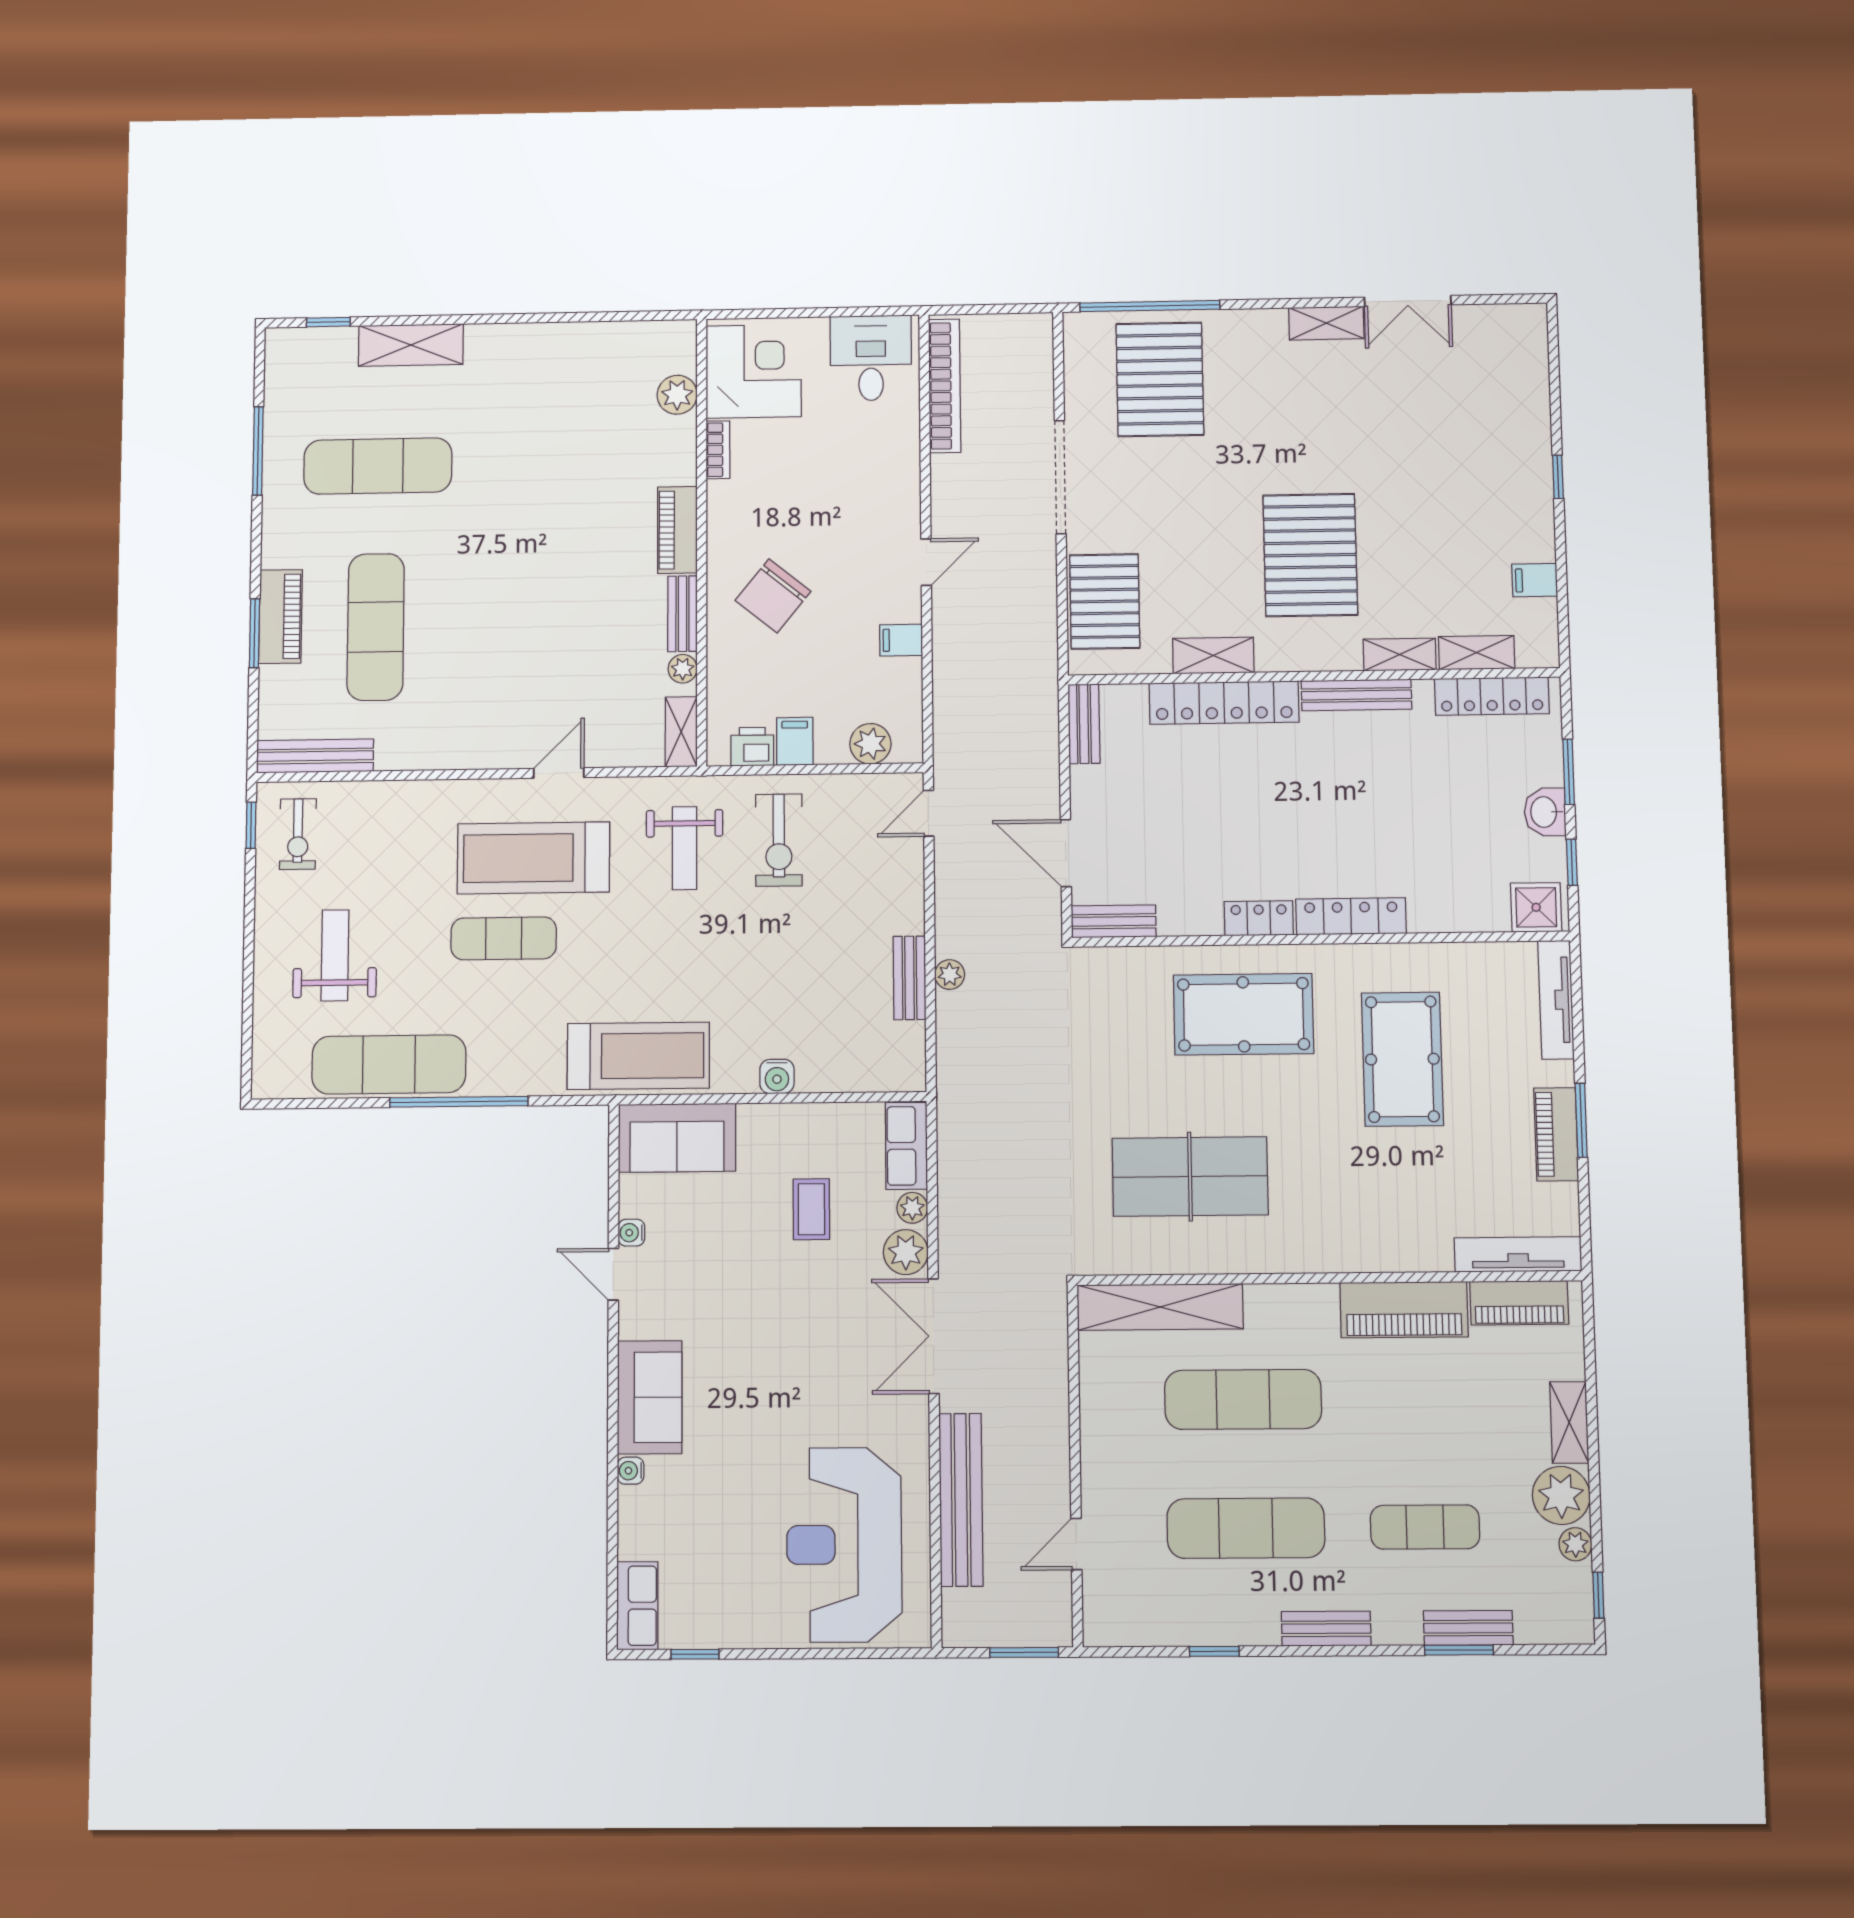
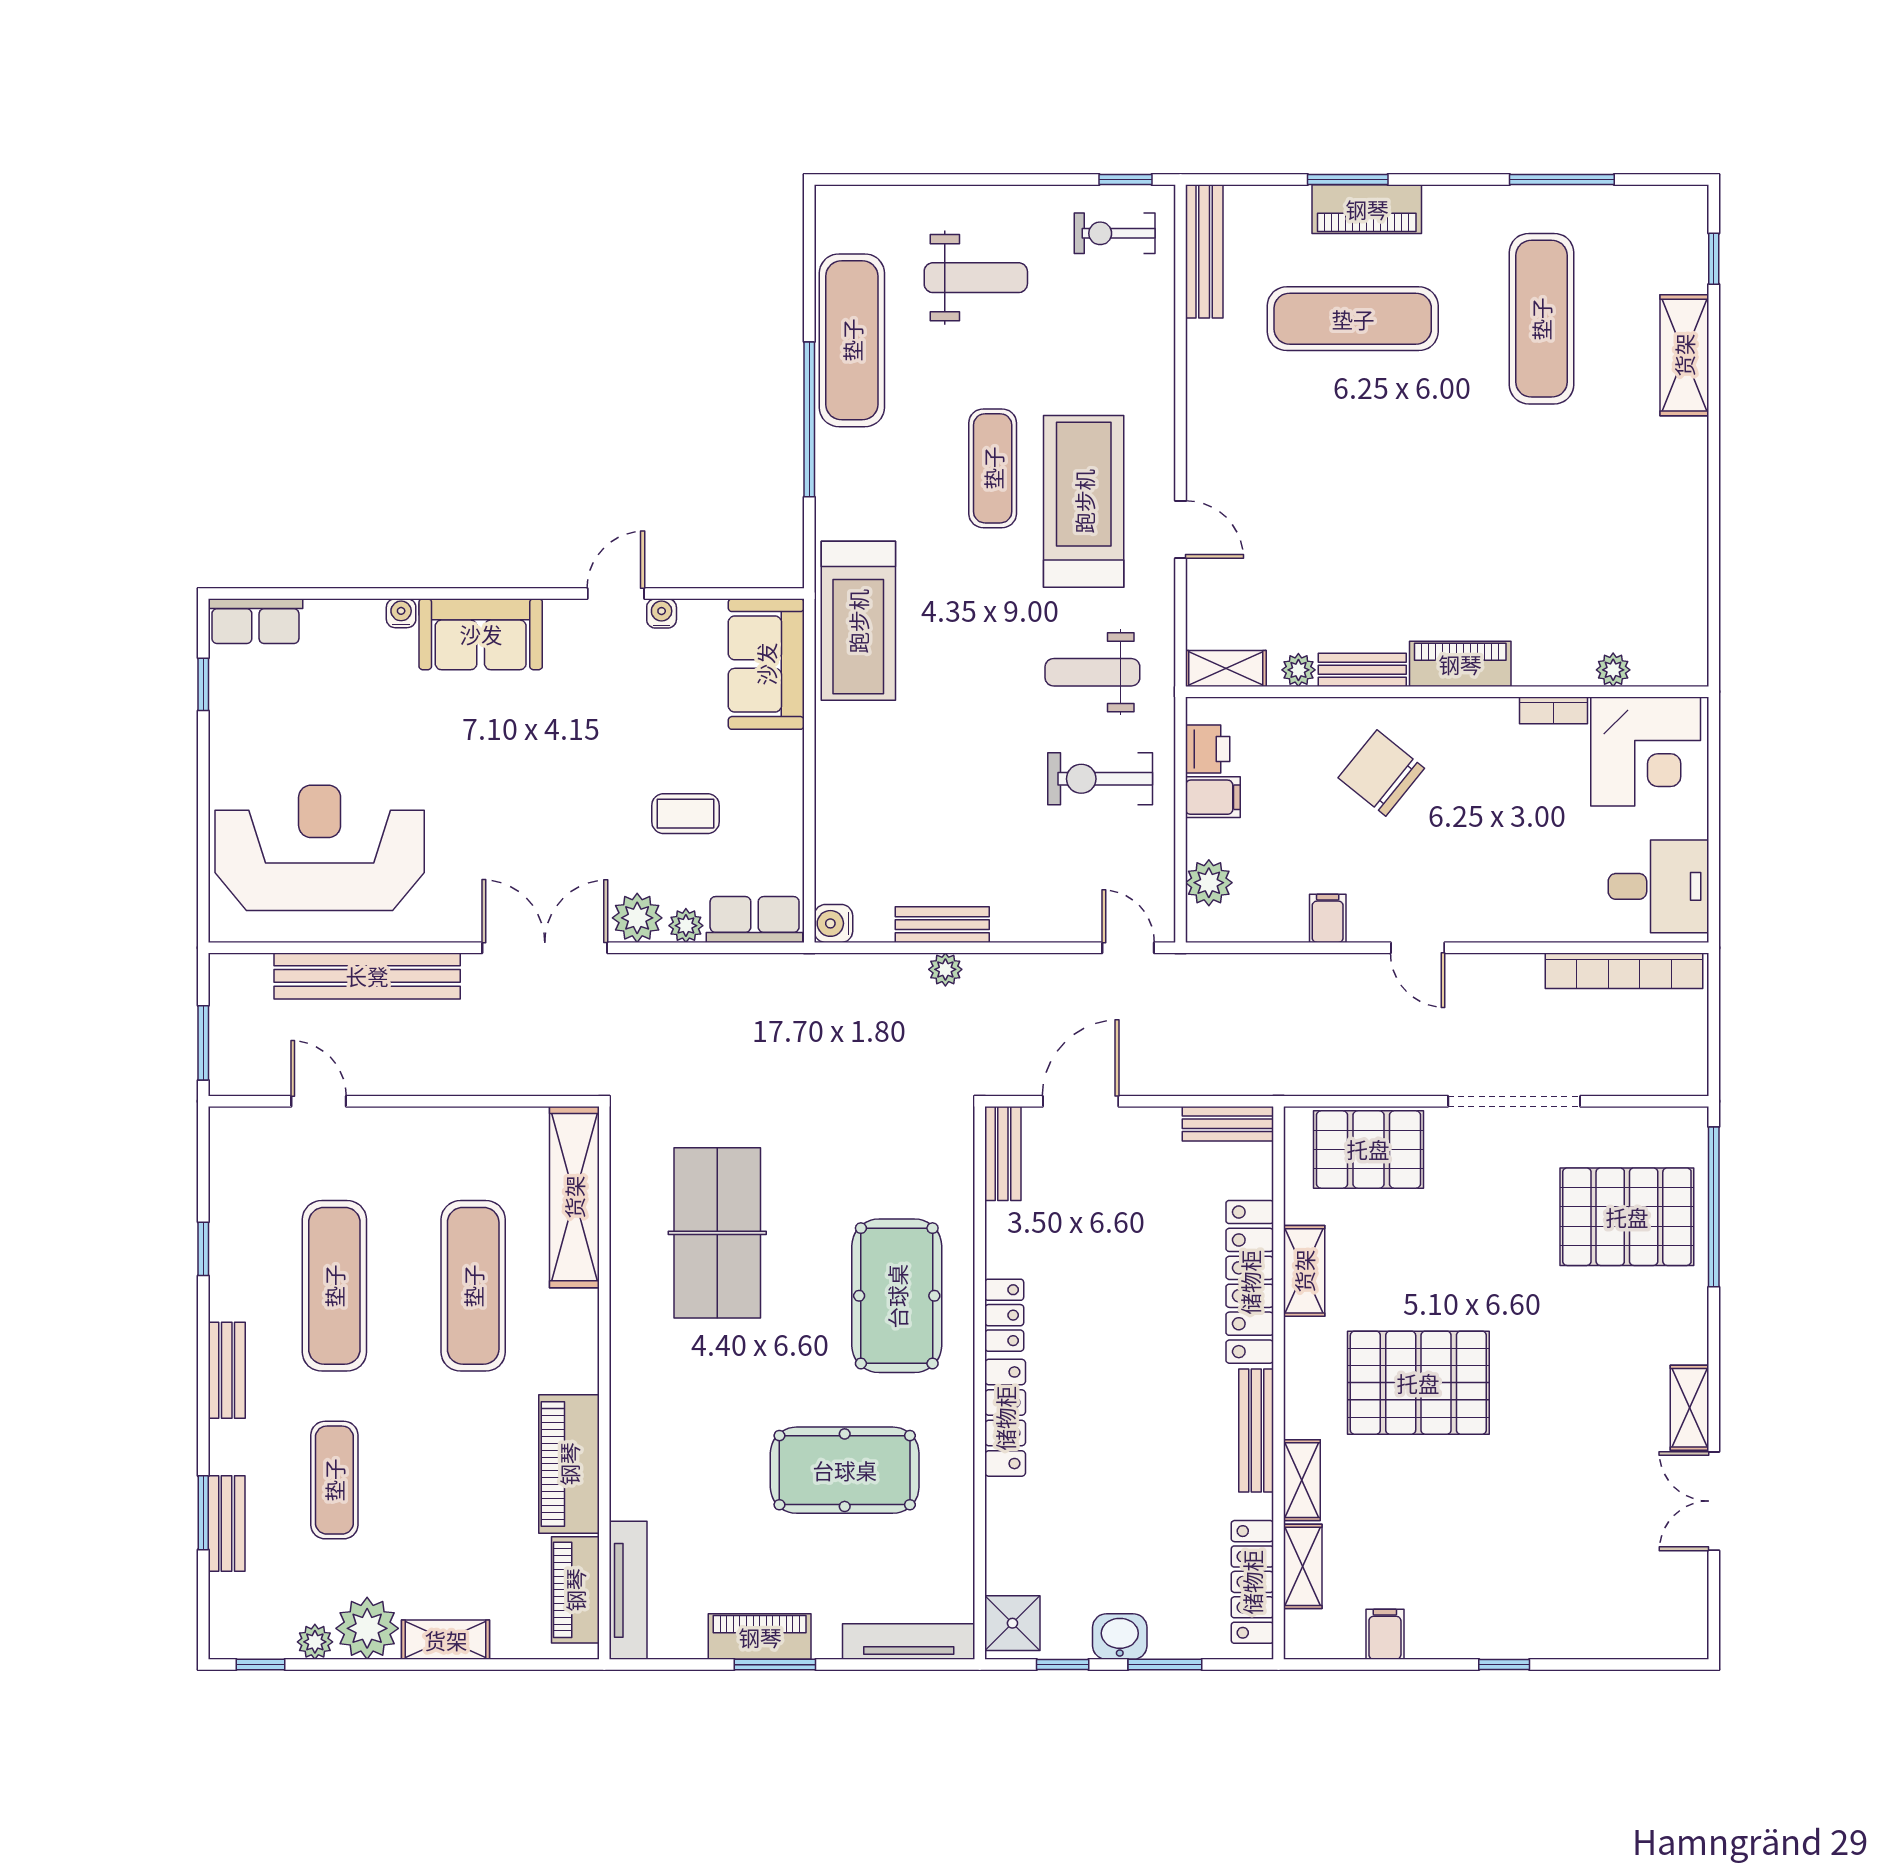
plant: (677, 395) -> (1613, 670), width x0.73, depth x0.73
water cooler: (777, 1076) -> (833, 923), moved

